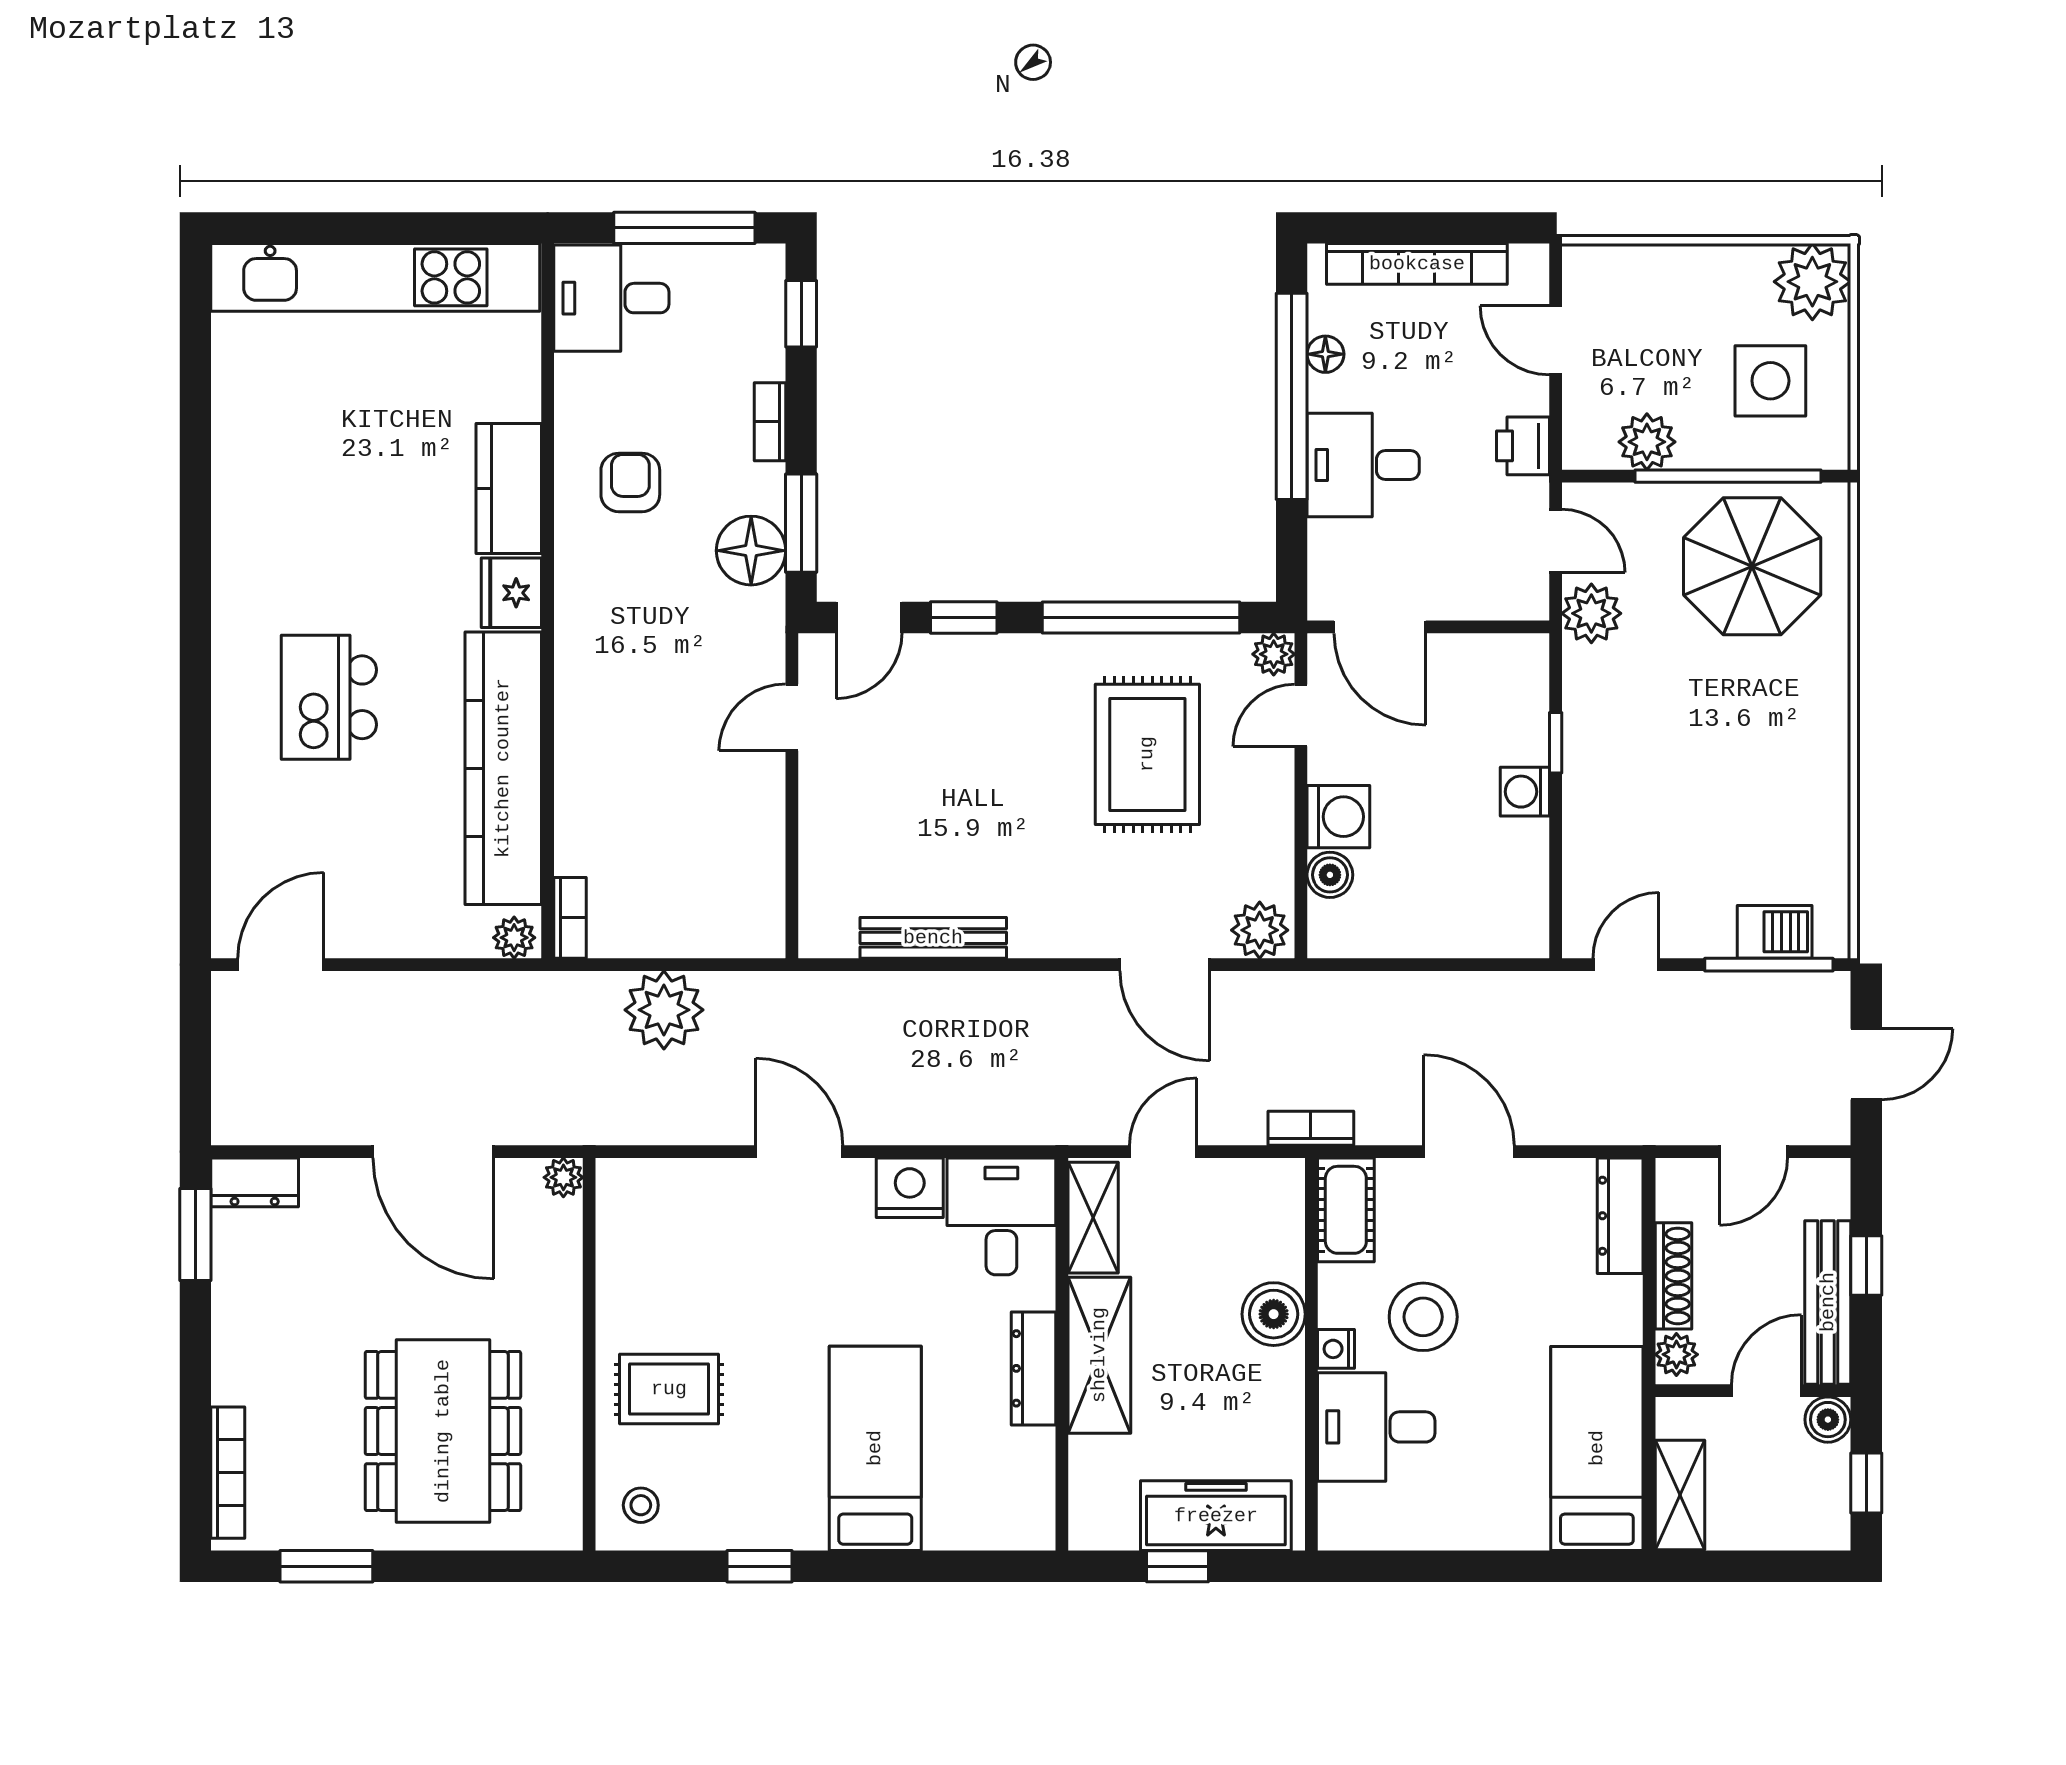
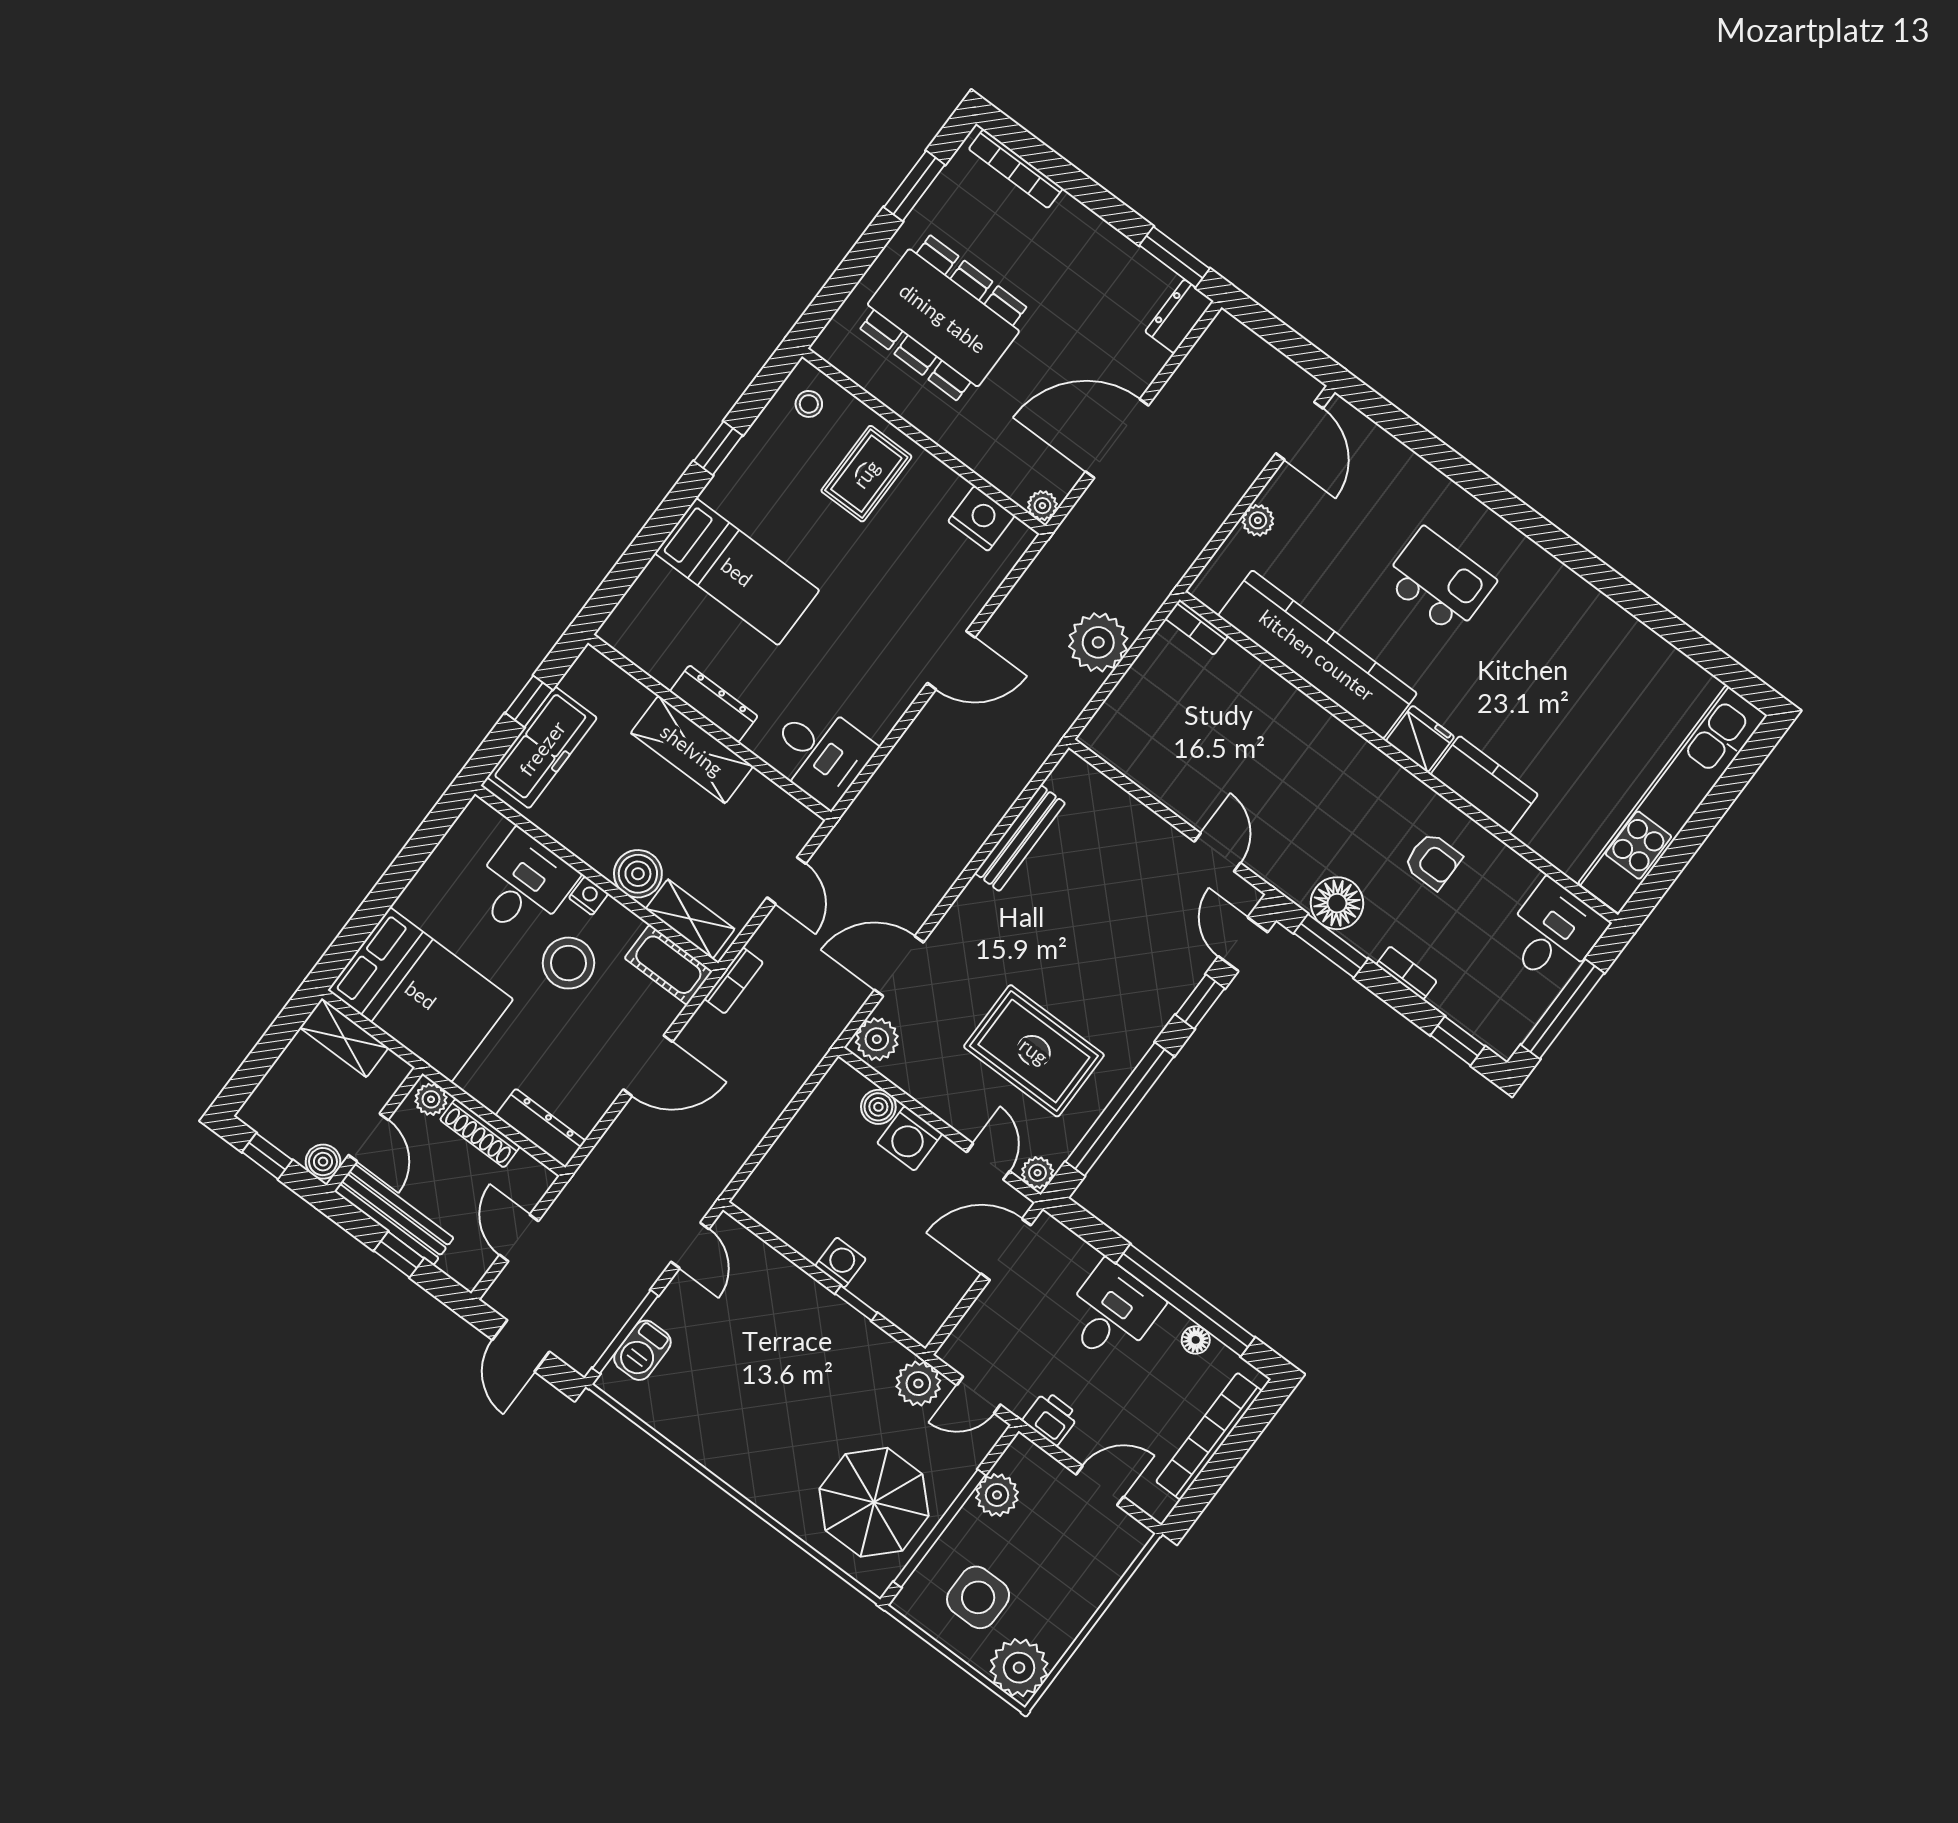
plant: (514, 938) -> (1258, 520), moved
nightstand: (910, 1188) -> (981, 518), moved, turned -90
shelving: (1093, 1218) -> (690, 919), moved
bed: (1597, 1448) -> (421, 995), width x1.50

